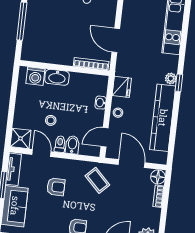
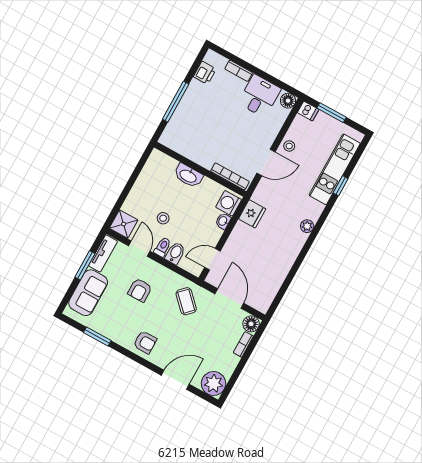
door: (116, 40) -> (266, 162), swing flipped
washing machine: (35, 76) -> (229, 203), moved, turned 90
window: (179, 83) -> (341, 186), moved
stool: (118, 113) -> (289, 146), moved
kitchen counter: (163, 118) -> (282, 264), removed
armchair: (56, 187) -> (140, 290), turned 90

